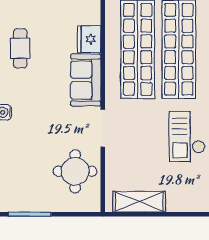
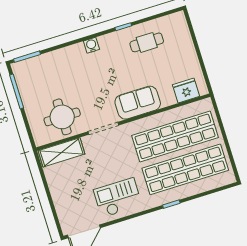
fridge: (89, 39) -> (186, 91), moved
shelving: (139, 202) -> (62, 152), moved, turned 90

